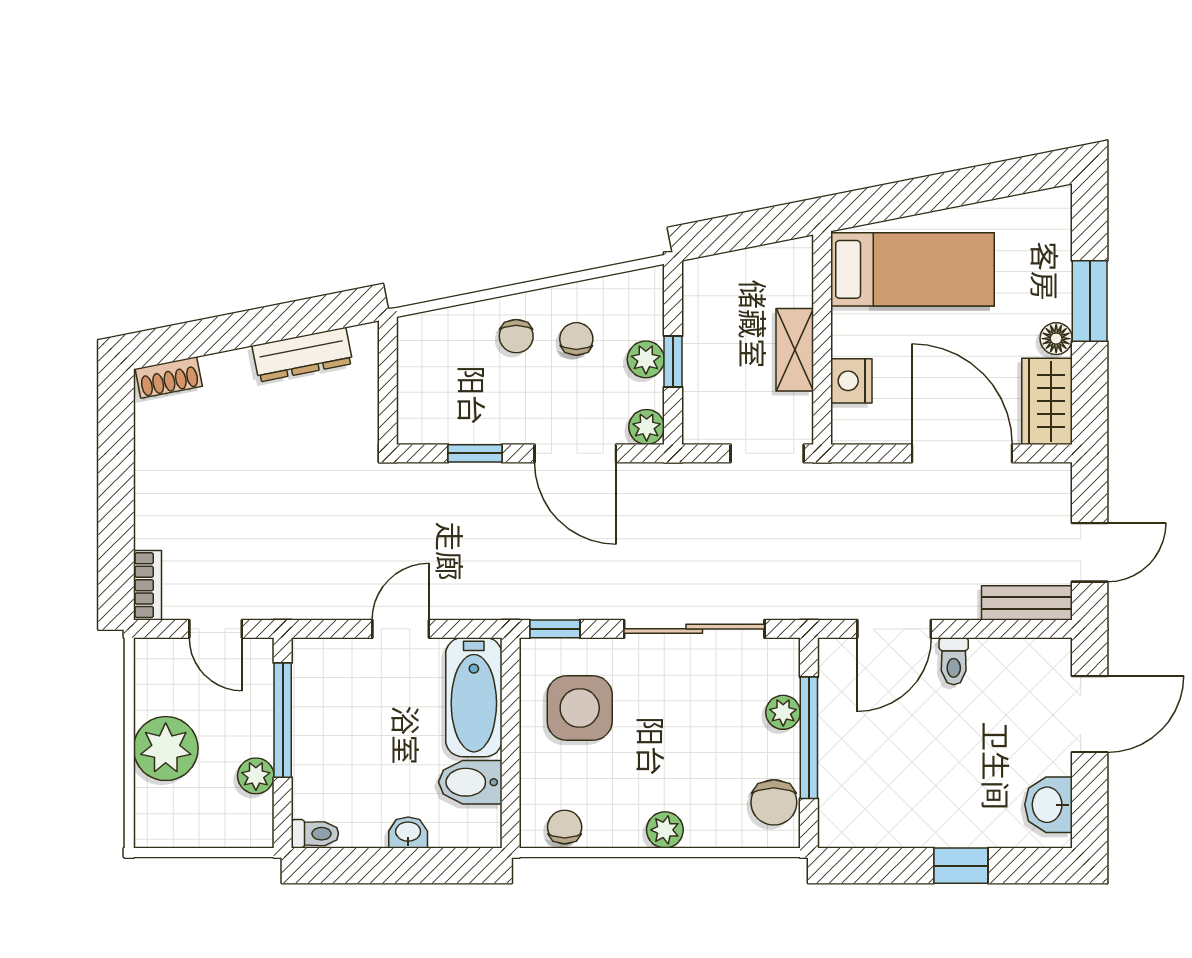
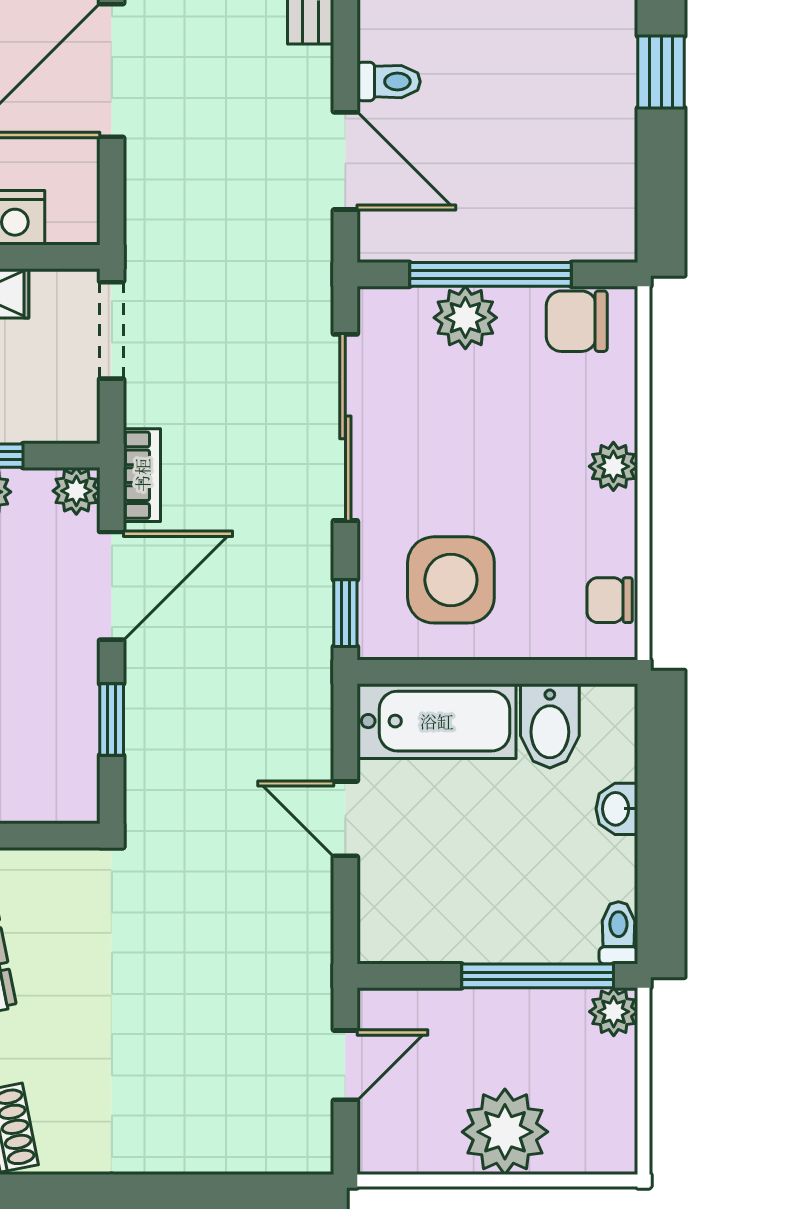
bookcase: (148, 585) -> (142, 475), moved, turned 90
plant: (783, 712) -> (465, 318), width x1.38, depth x1.38
window: (283, 720) -> (538, 976), moved
plant: (256, 776) -> (614, 1012), moved
chair: (774, 802) -> (577, 321), turned 180

